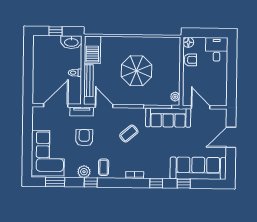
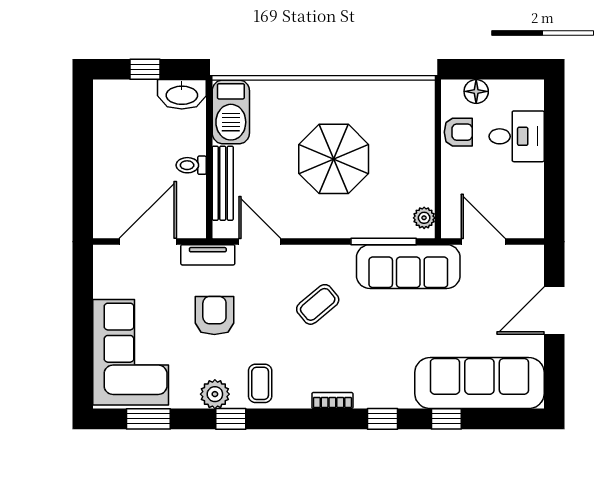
floor lamp: (188, 42) -> (476, 91), moved
desk: (217, 49) -> (517, 136), moved, turned 90

